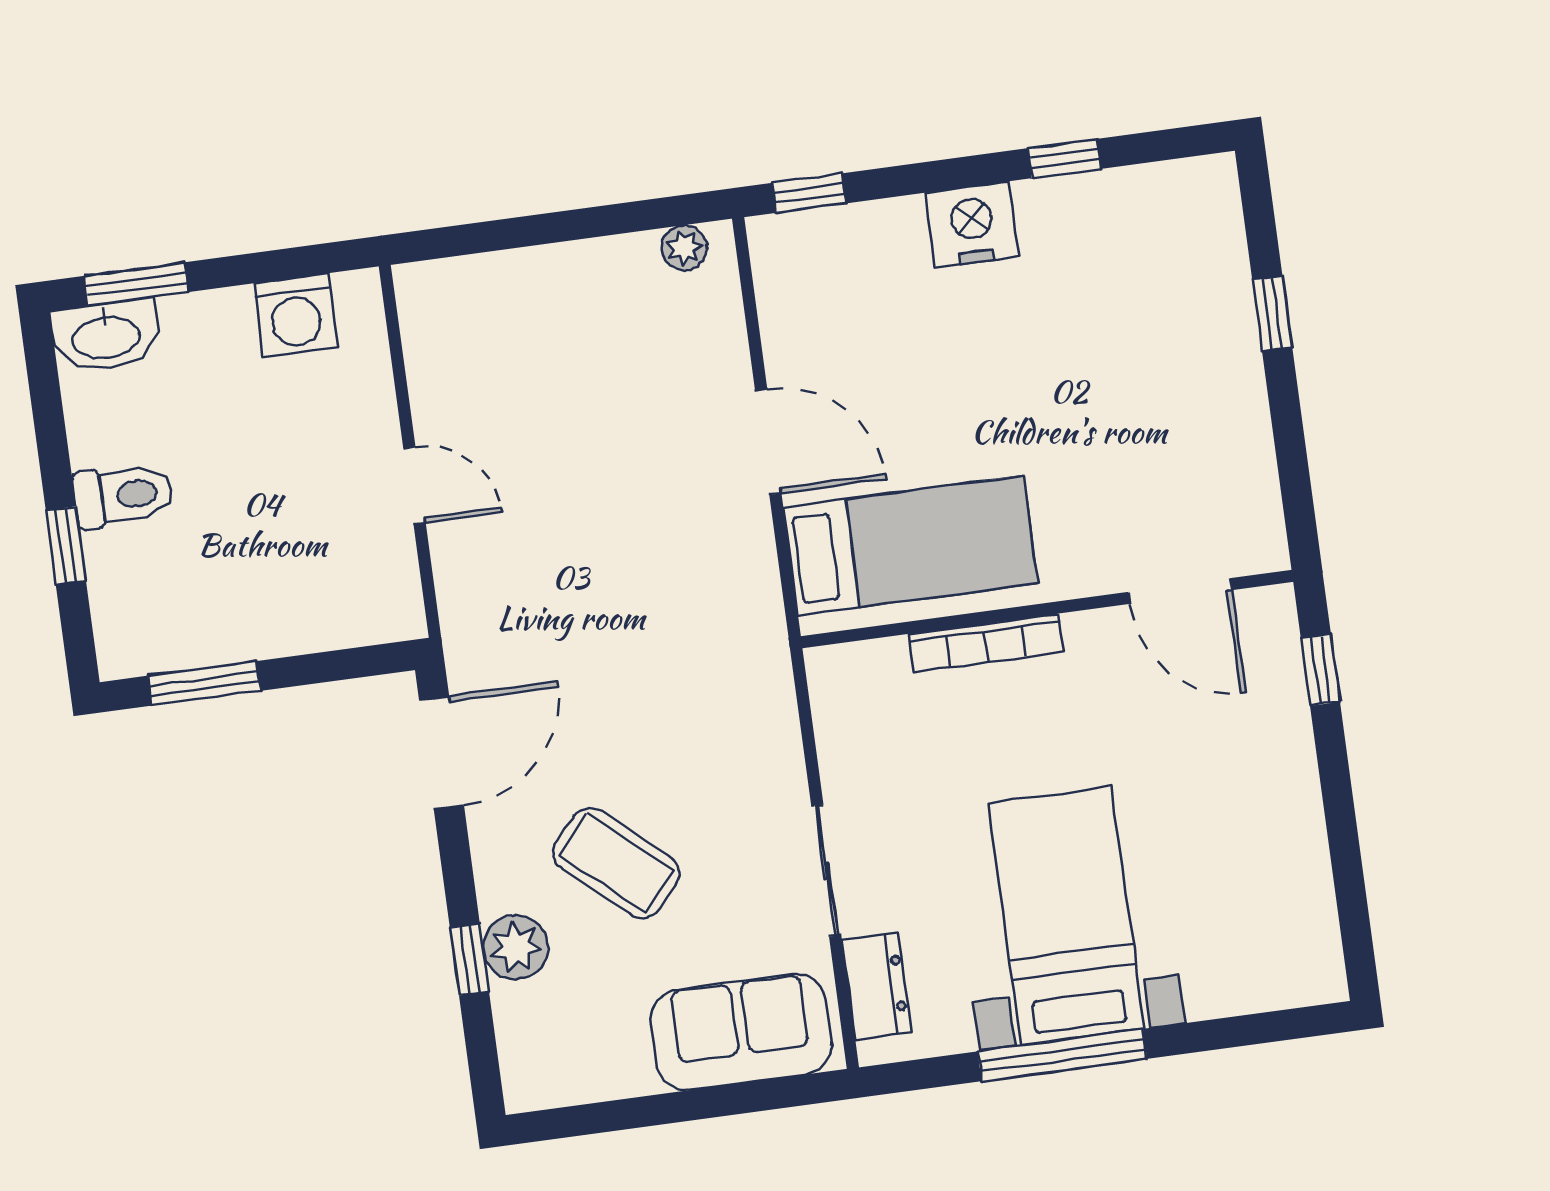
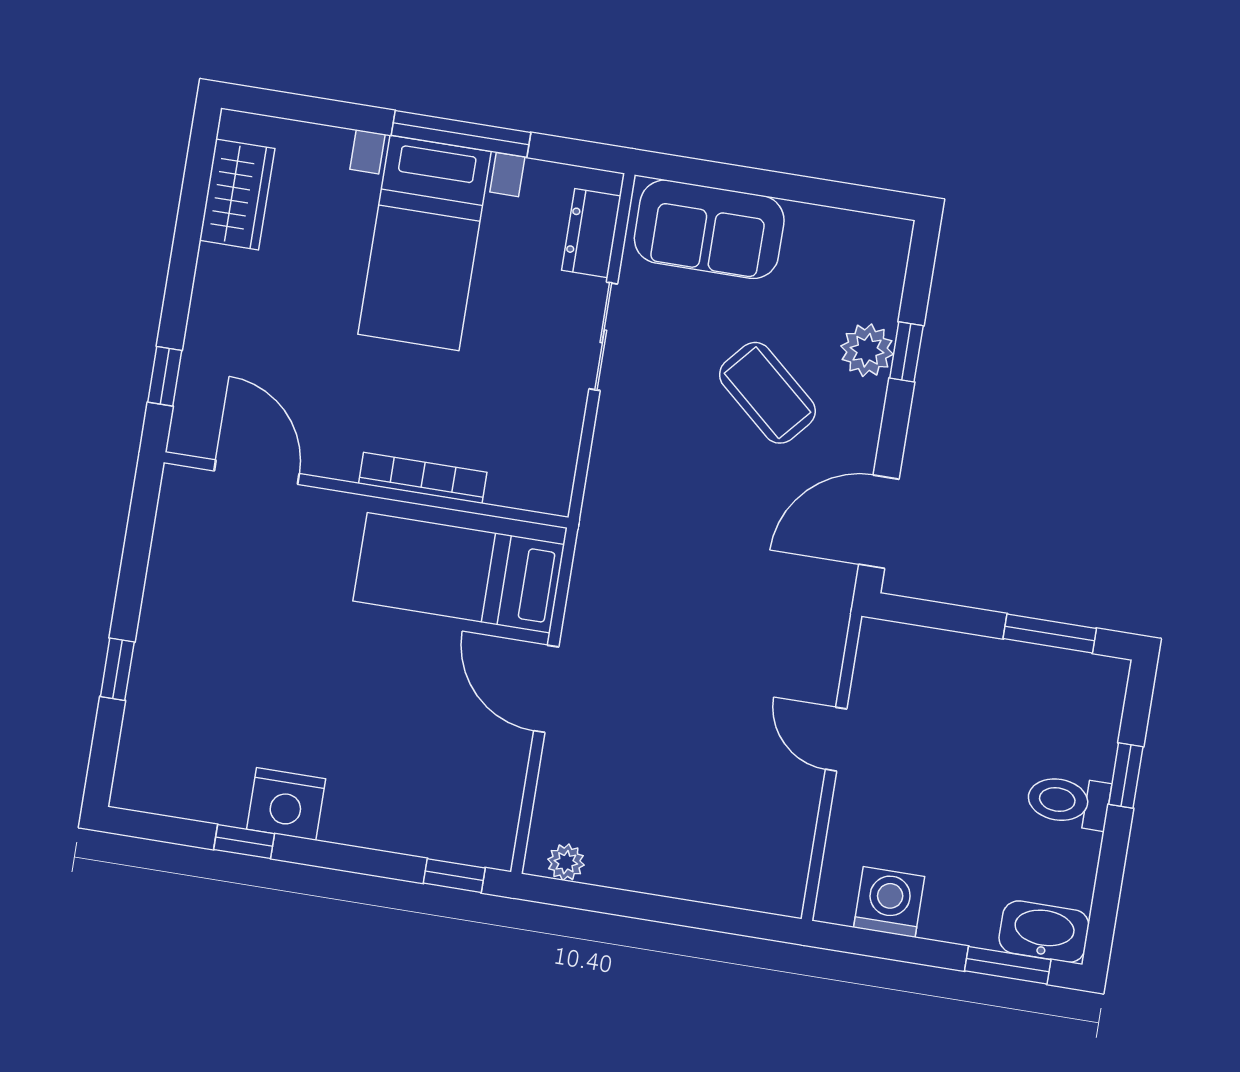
nightstand: (972, 225) -> (286, 804), moved
wardrobe: (1301, 906) -> (237, 194), added

